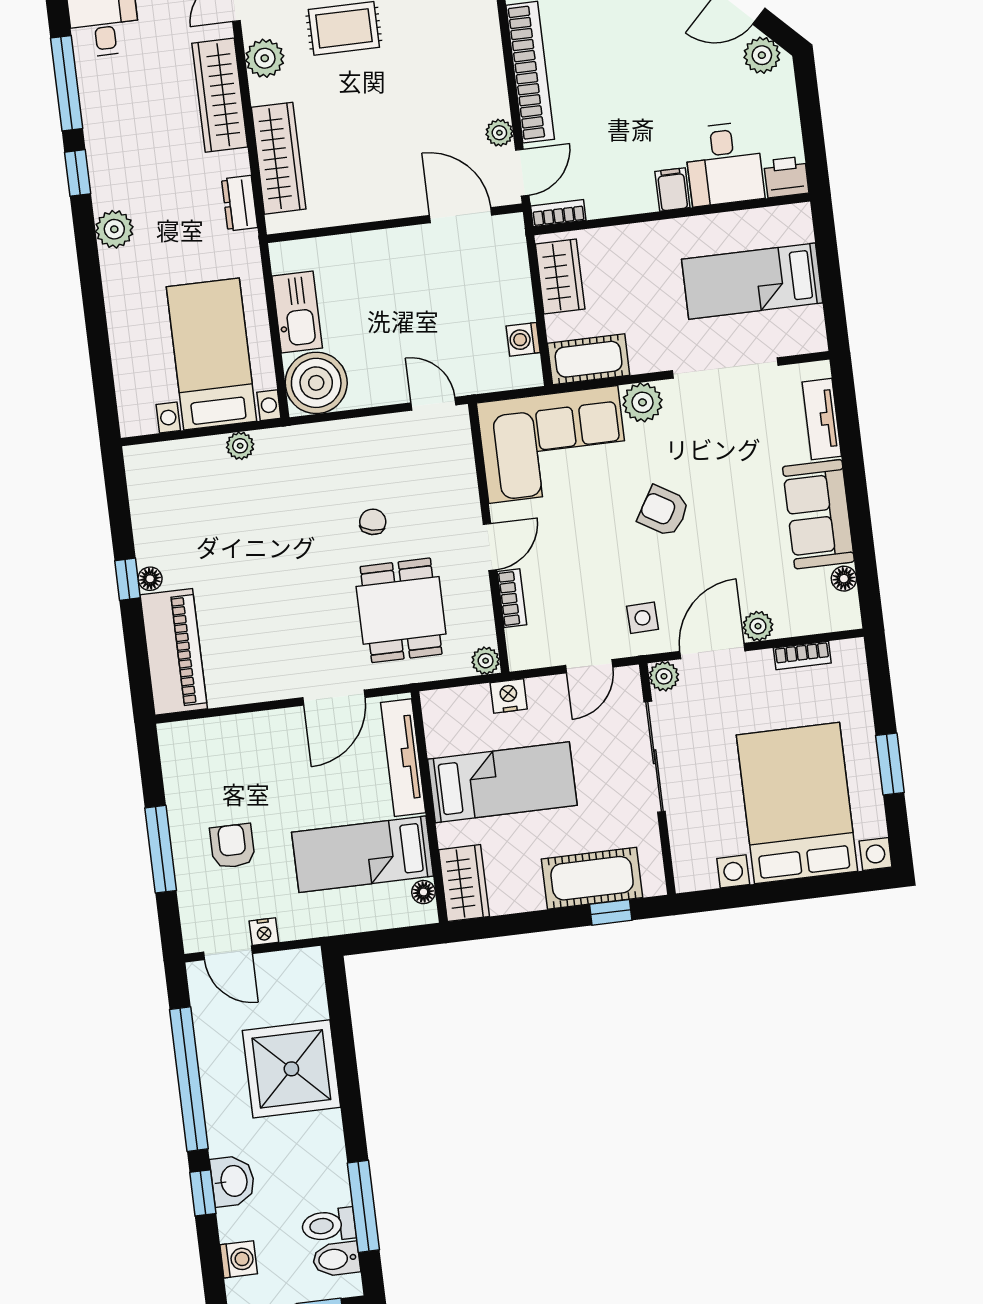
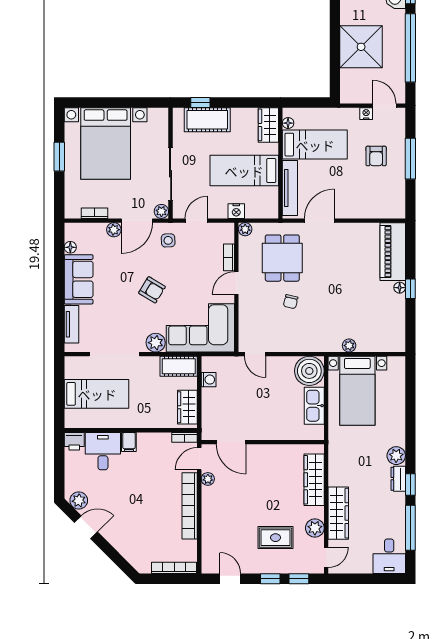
dresser: (240, 203) -> (398, 479), moved, turned 180

